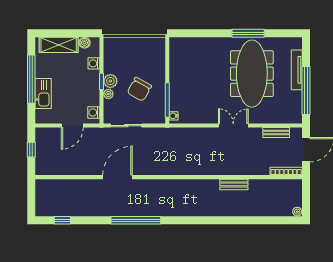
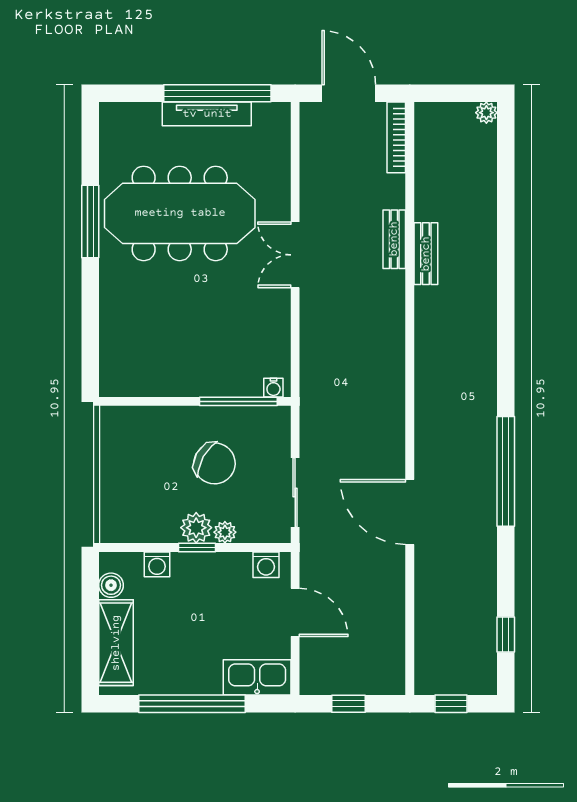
tv unit: (297, 70) -> (207, 114), moved
kitchen sink: (43, 93) -> (257, 677), moved
bench: (276, 133) -> (394, 239), moved
window: (31, 196) -> (451, 704), added

